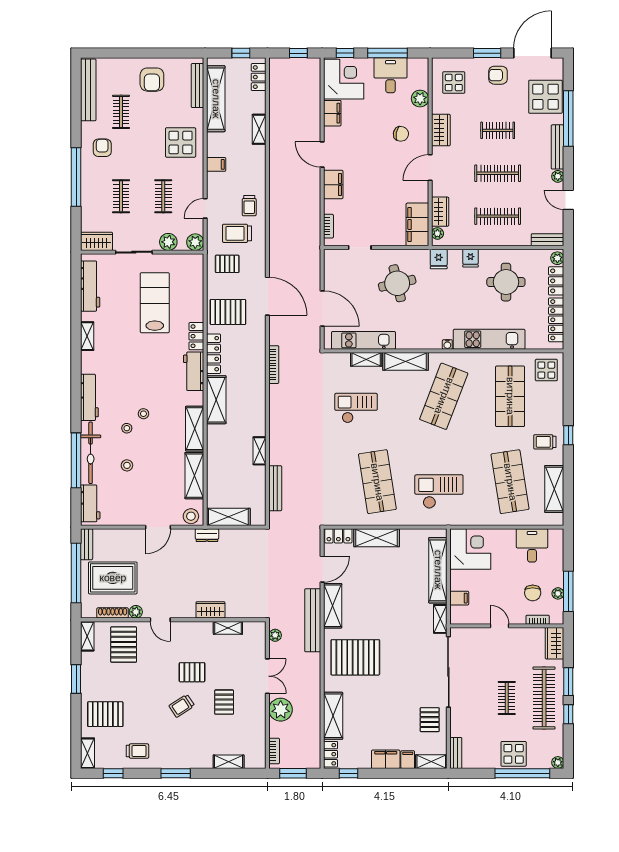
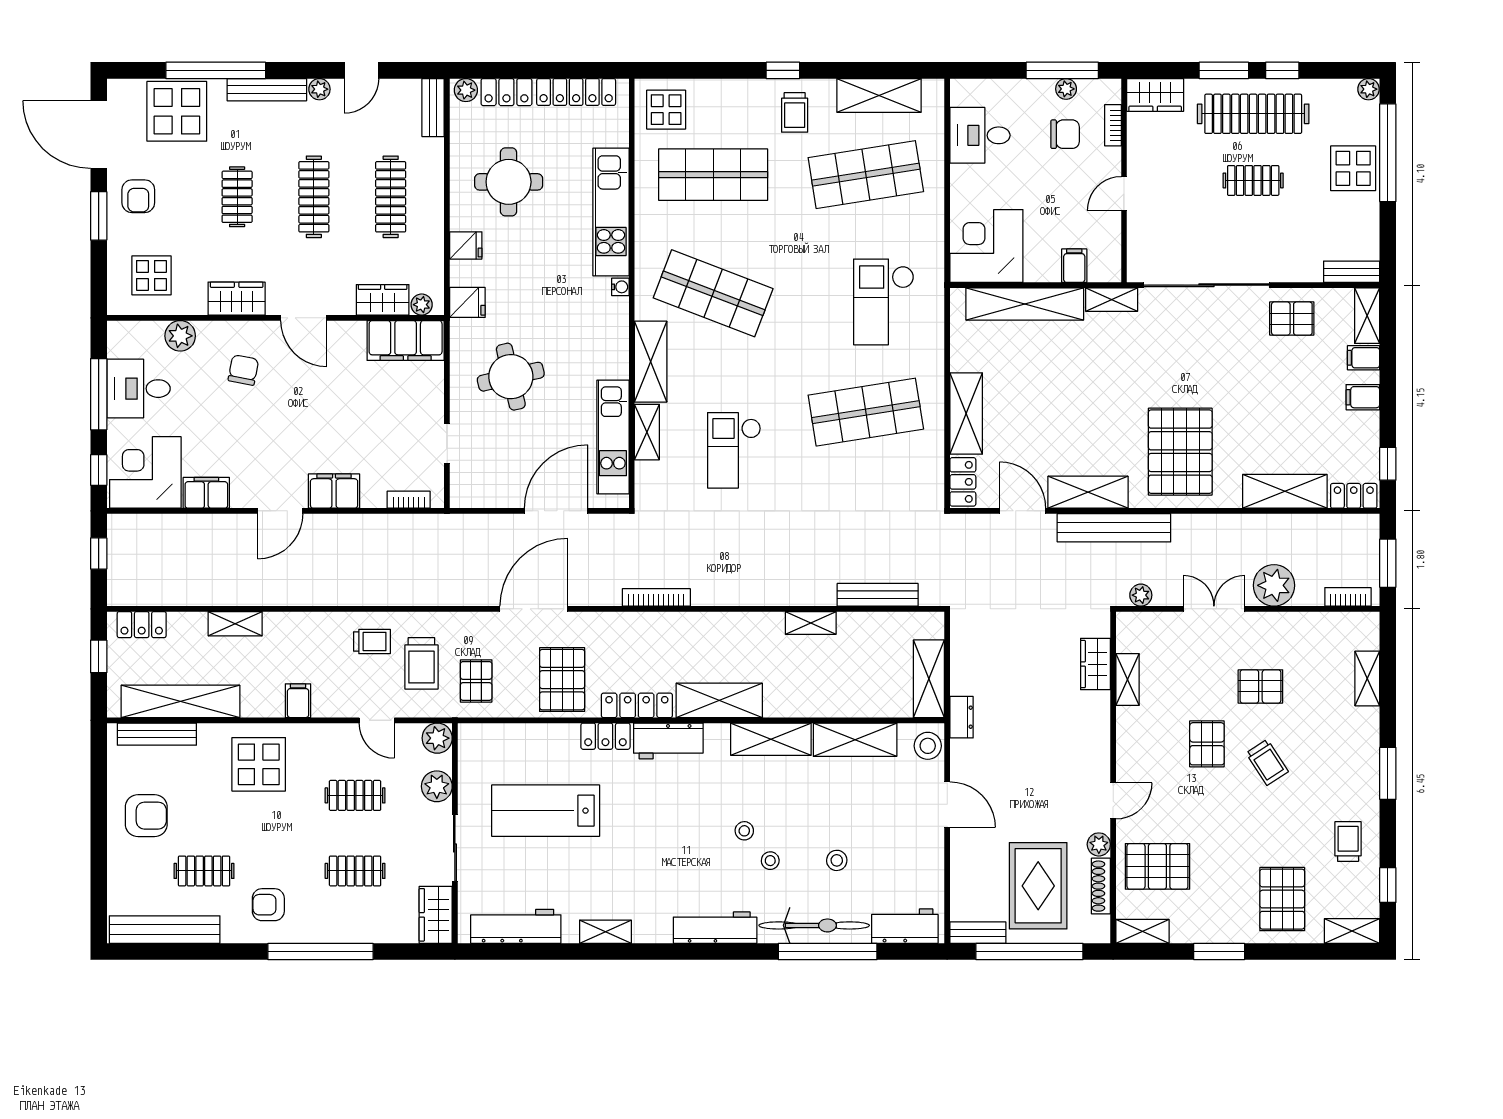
wardrobe: (210, 610) -> (1095, 664), moved
filing cabinet: (386, 759) -> (1363, 397), width x0.50

